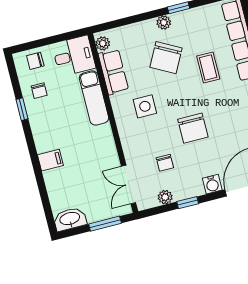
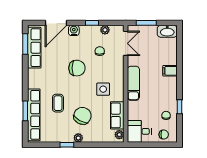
exam couch: (94, 98) -> (133, 83), moved
chair: (193, 128) -> (77, 68), turned 90

